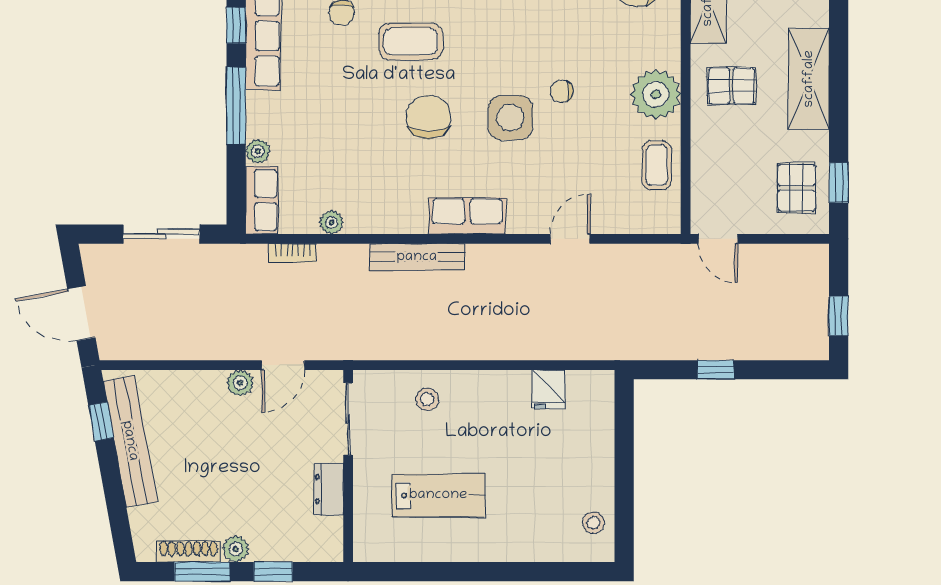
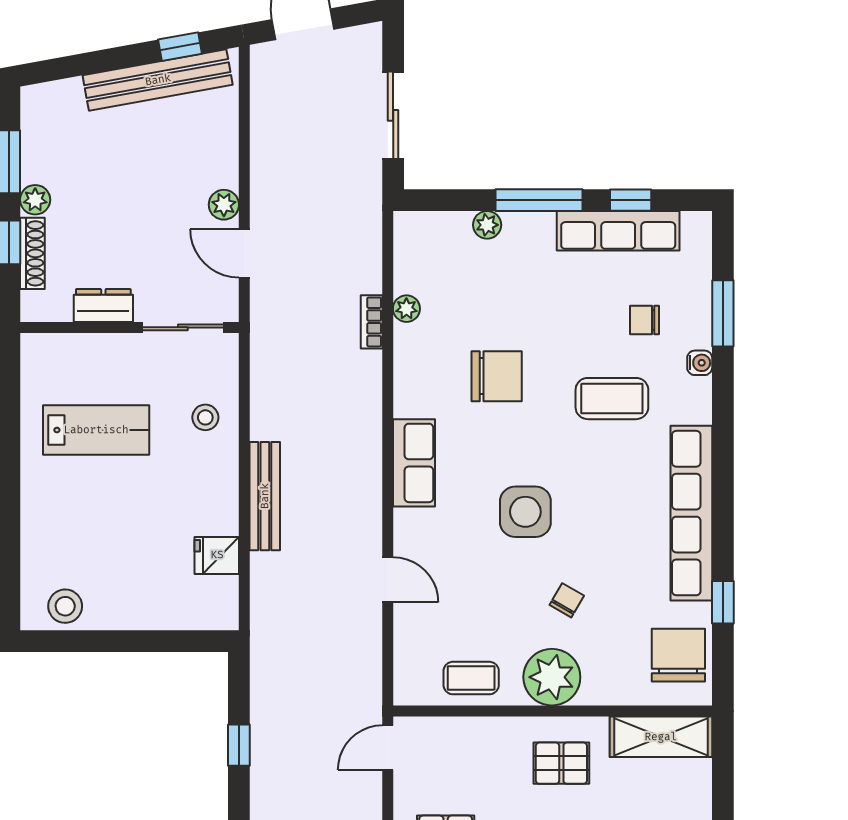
coffee table: (411, 41) -> (612, 399), turned 90
pallet: (732, 86) -> (561, 763), turned 90
chair: (562, 91) -> (567, 600), moved, turned 30
chair: (428, 117) -> (497, 376), moved
row of seats: (262, 200) -> (432, 229), removed
bookcase: (293, 253) -> (372, 322), moved
bench: (417, 257) -> (265, 496), moved
lab bench: (438, 495) -> (96, 430), turned -90
stool: (593, 523) -> (65, 606), width x1.37, depth x1.37
shoe rack: (189, 551) -> (32, 253), moved

